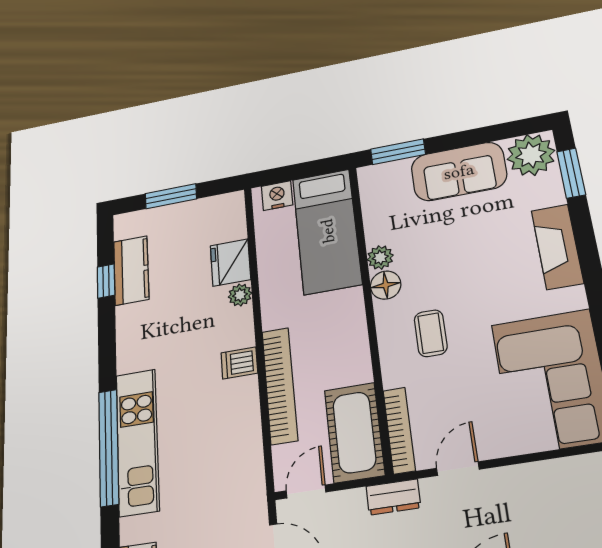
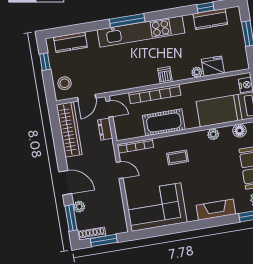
floor lamp: (386, 285) -> (239, 131), moved
cot: (354, 432) -> (164, 122), moved
kitchen unit: (137, 442) -> (141, 31), width x1.36
window: (109, 447) -> (127, 21), width x0.68
dresser: (393, 497) -> (105, 129), moved

